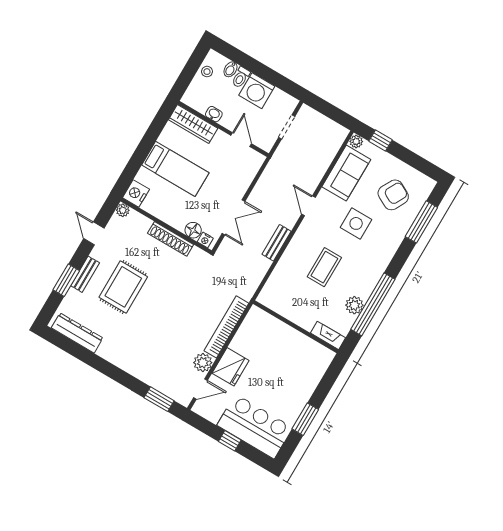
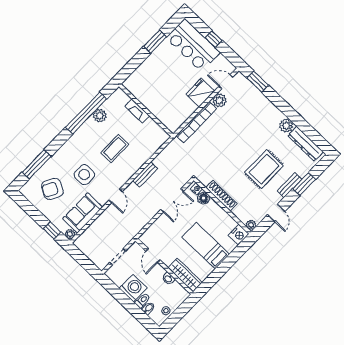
double door: (233, 217) -> (172, 200), swing flipped
fireplace: (328, 335) -> (137, 111), moved
plant: (108, 351) -> (286, 126), added

